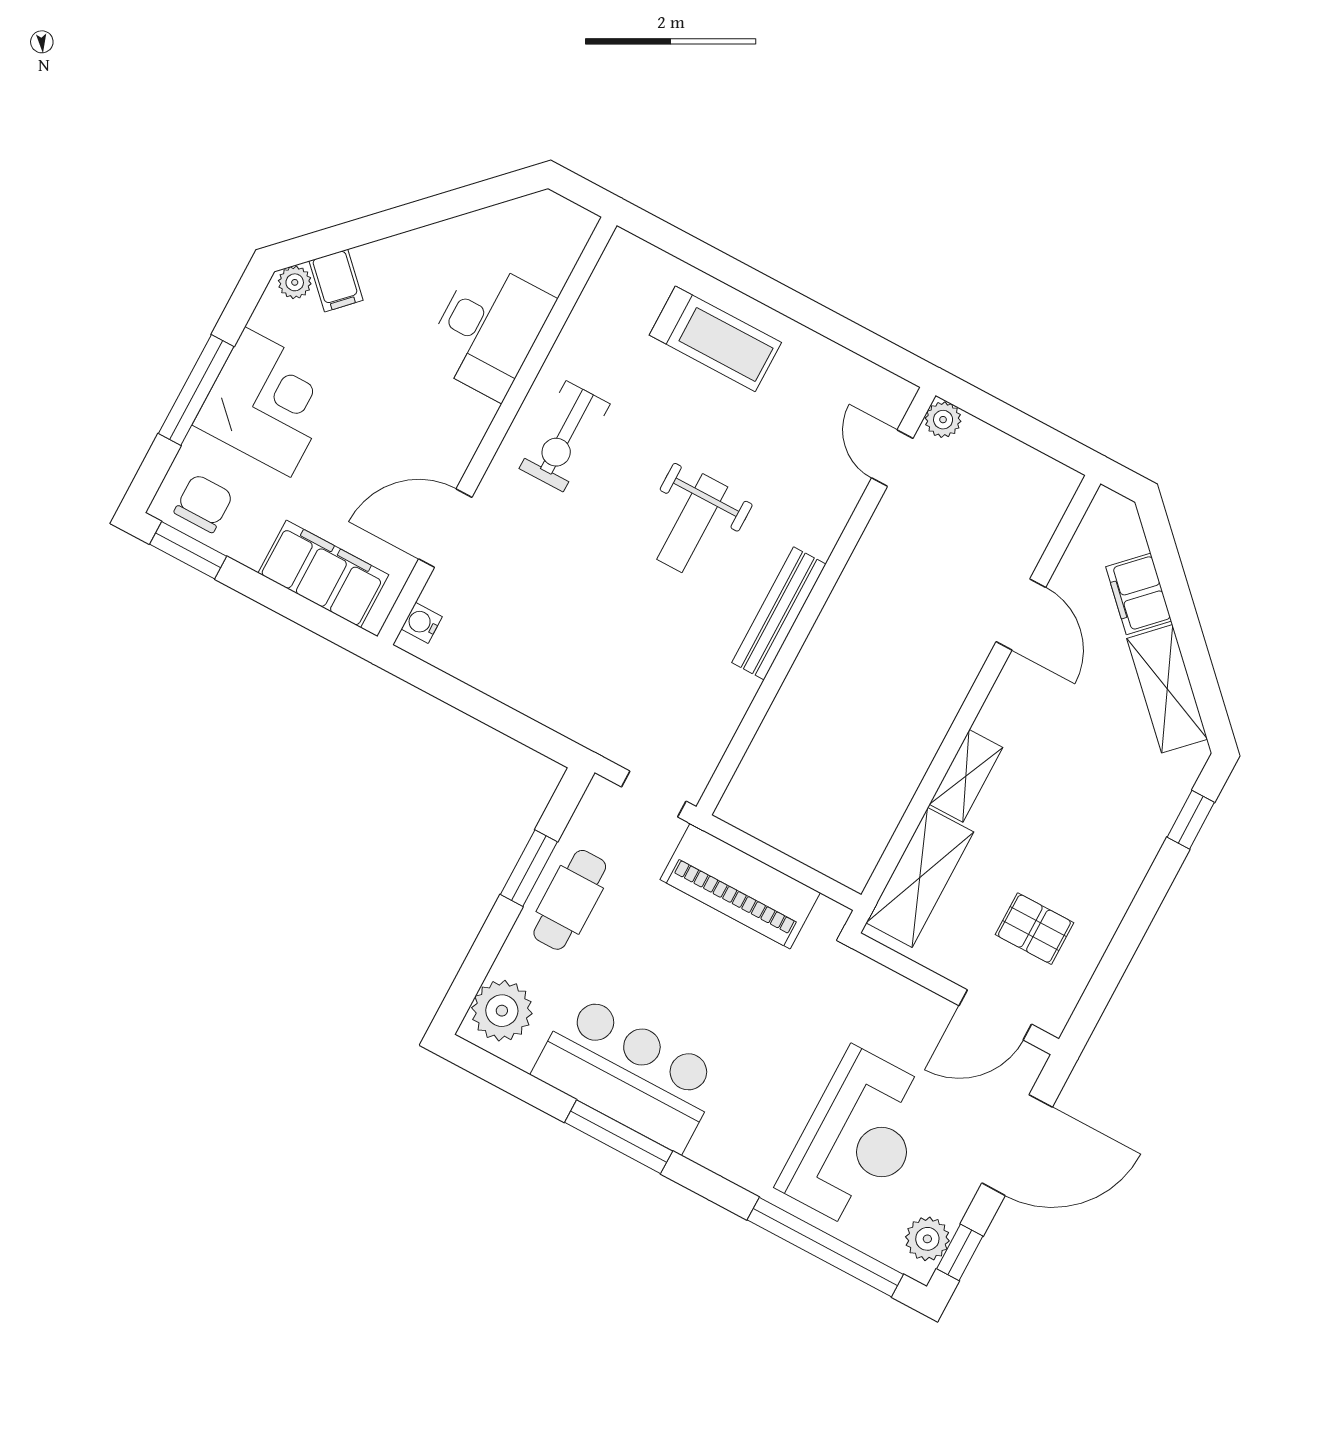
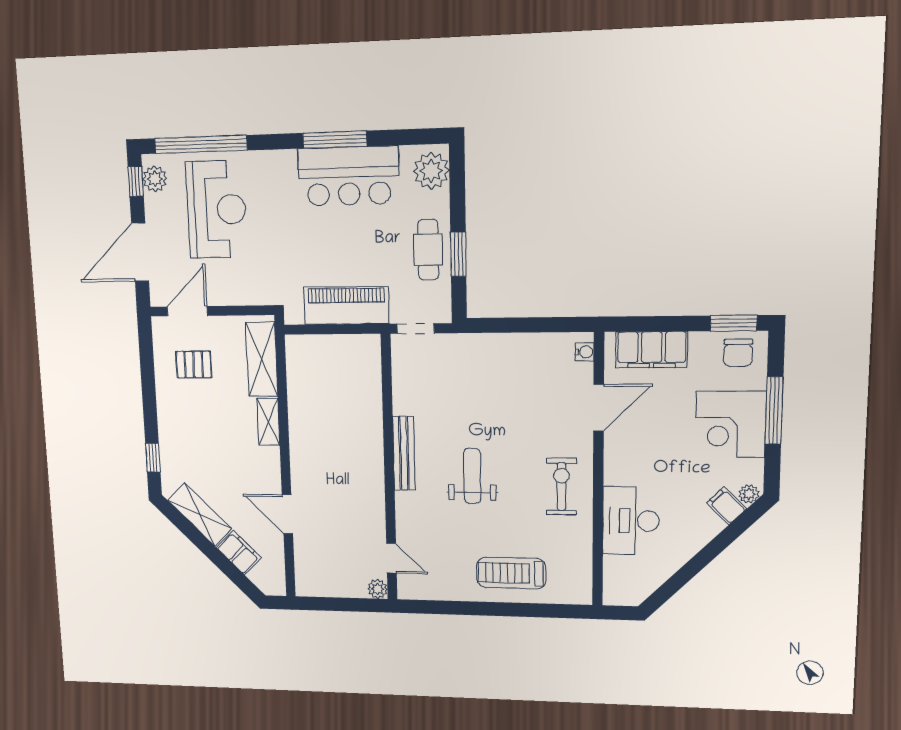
reception desk: (858, 1139) -> (216, 210), turned 180

